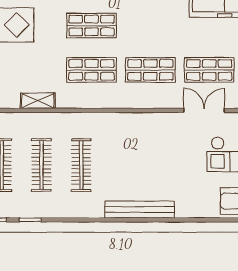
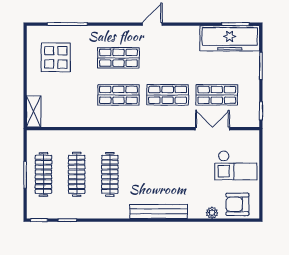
shelving: (38, 101) -> (74, 121), removed
plant: (204, 211) -> (212, 213), added

